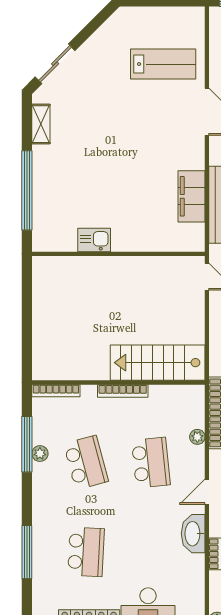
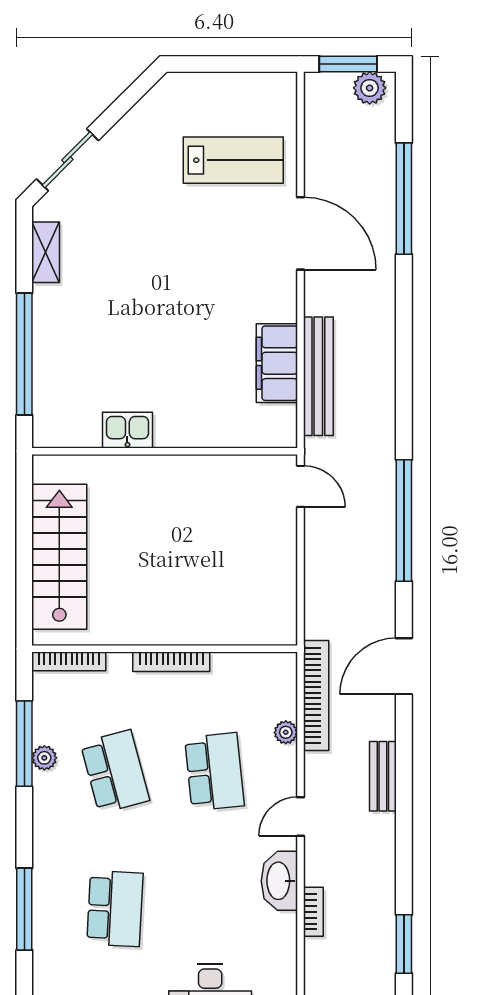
stairs: (158, 363) -> (59, 557), moved, turned 90

